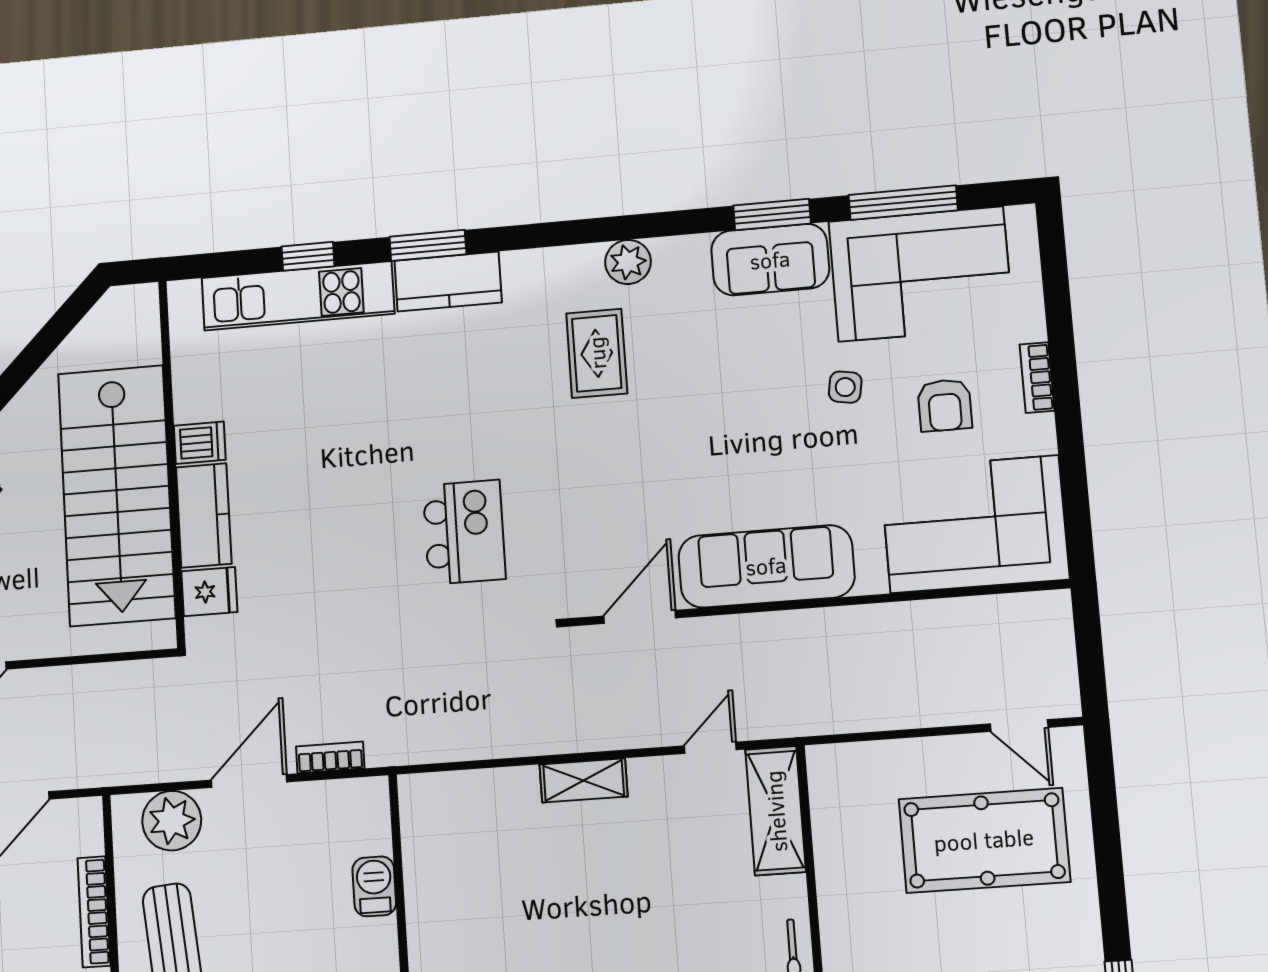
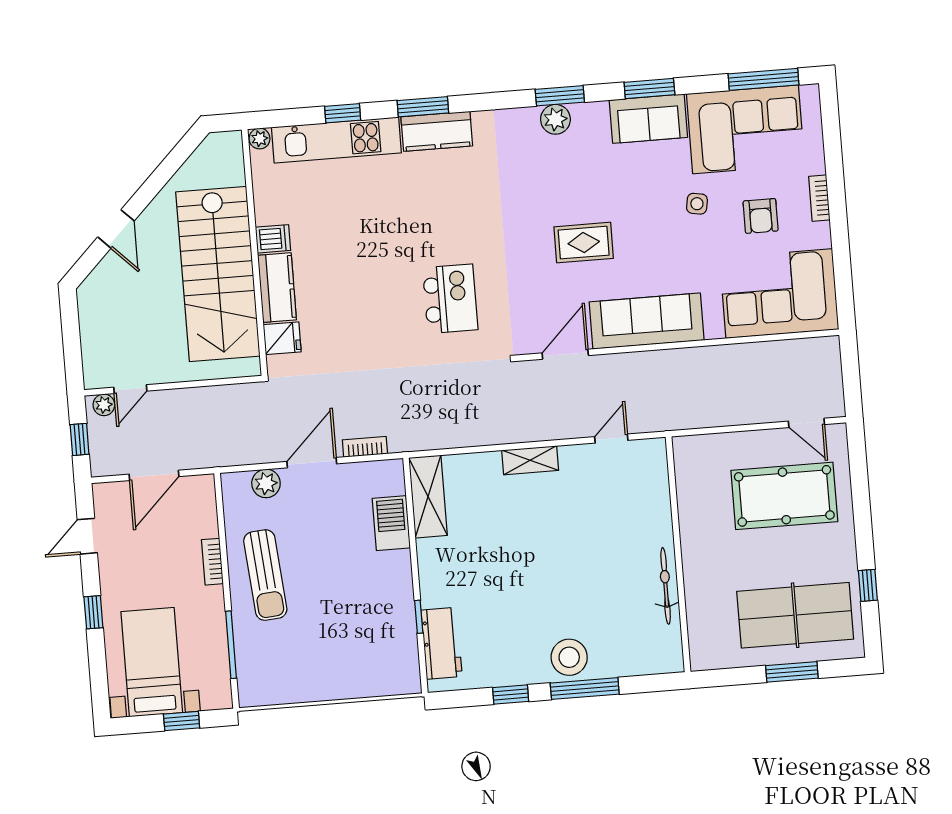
window: (903, 203) -> (763, 79), moved
window: (635, 227) -> (560, 96), added
plant: (184, 295) -> (260, 139), added
rug: (597, 353) -> (584, 243), moved, turned 90
shelving: (776, 811) -> (428, 497), moved
plant: (172, 821) -> (266, 483), width x0.73, depth x0.73
barbecue: (374, 886) -> (391, 523), width x1.38, depth x1.27
bookcase: (94, 912) -> (212, 562), width x0.64

